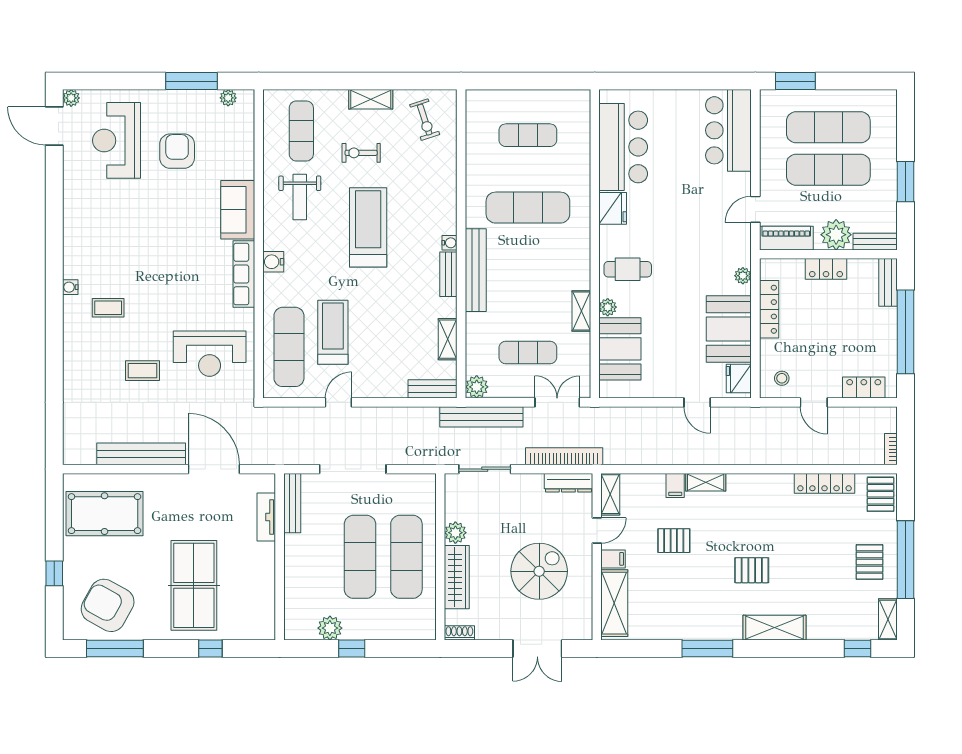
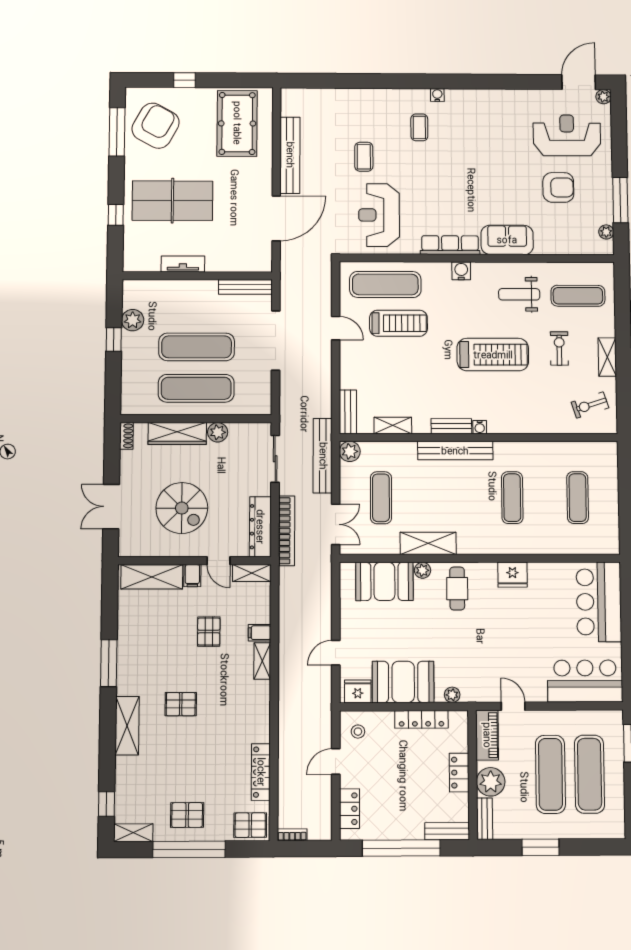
bar counter: (623, 147) -> (599, 602), moved, turned 90
exercise mat: (528, 208) -> (512, 498), width x0.73, depth x0.69
shelving: (581, 311) -> (428, 543), width x1.50, depth x1.33
dresser: (568, 483) -> (260, 527), width x1.37, depth x1.24
tv unit: (266, 517) -> (183, 264), moved
pallet: (752, 570) -> (181, 704), turned 90

